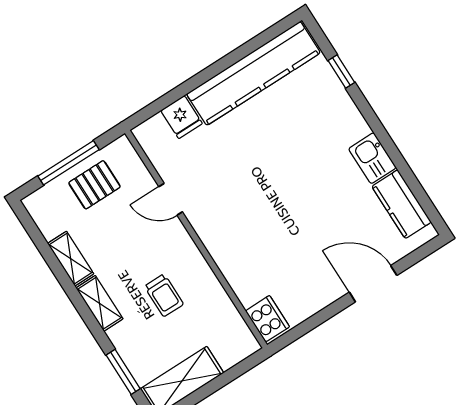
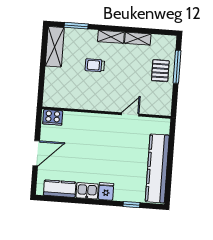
fridge: (182, 117) -> (106, 191), moved, turned 90
door: (171, 199) -> (130, 114), moved
wall: (196, 239) -> (106, 113), moved
cooker: (267, 319) -> (53, 117), moved

